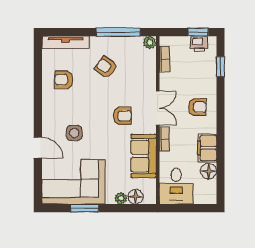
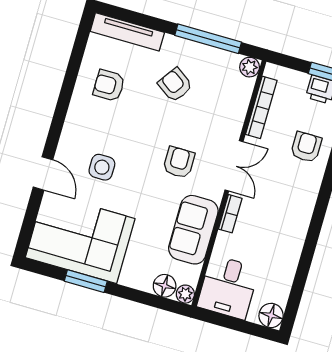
bookcase: (164, 59) -> (261, 107), width x1.56
armchair: (197, 107) -> (306, 147), moved, turned -90
armchair: (122, 116) -> (179, 162), turned -90
filing cabinet: (207, 148) -> (289, 245), removed
floor lamp: (209, 171) -> (271, 315), moved
plant: (121, 198) -> (185, 294), moved

